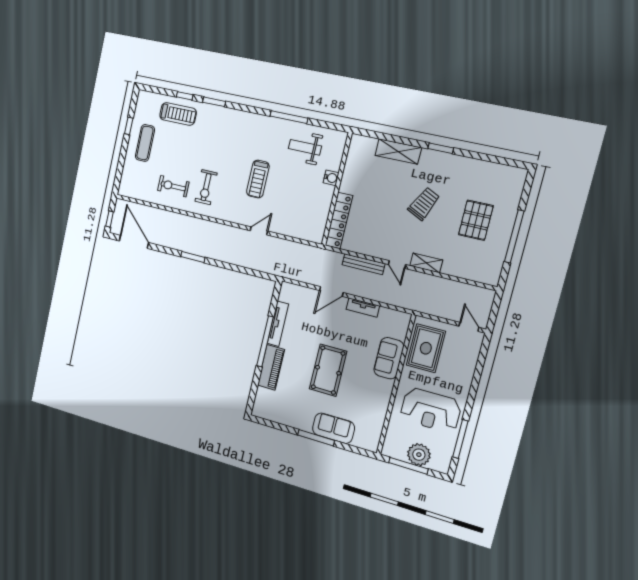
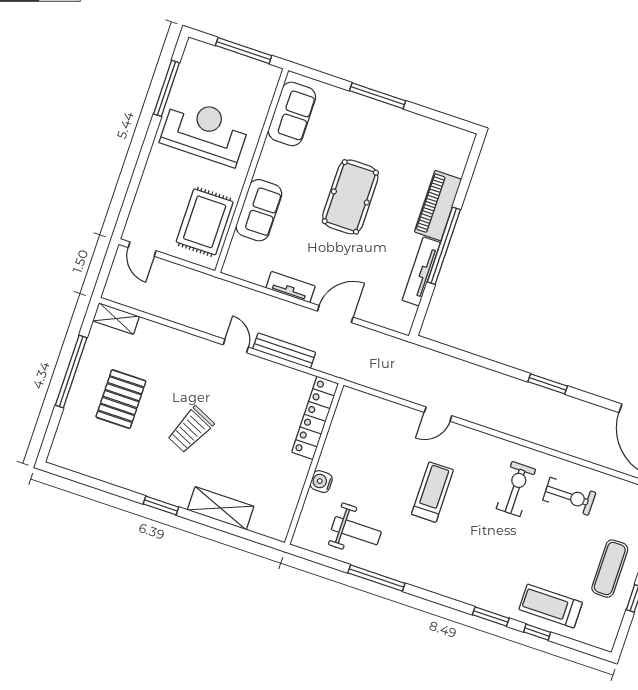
shelving: (426, 263) -> (116, 319), moved
sofa: (333, 428) -> (292, 114), moved, turned -90
plant: (419, 455) -> (227, 67), removed

